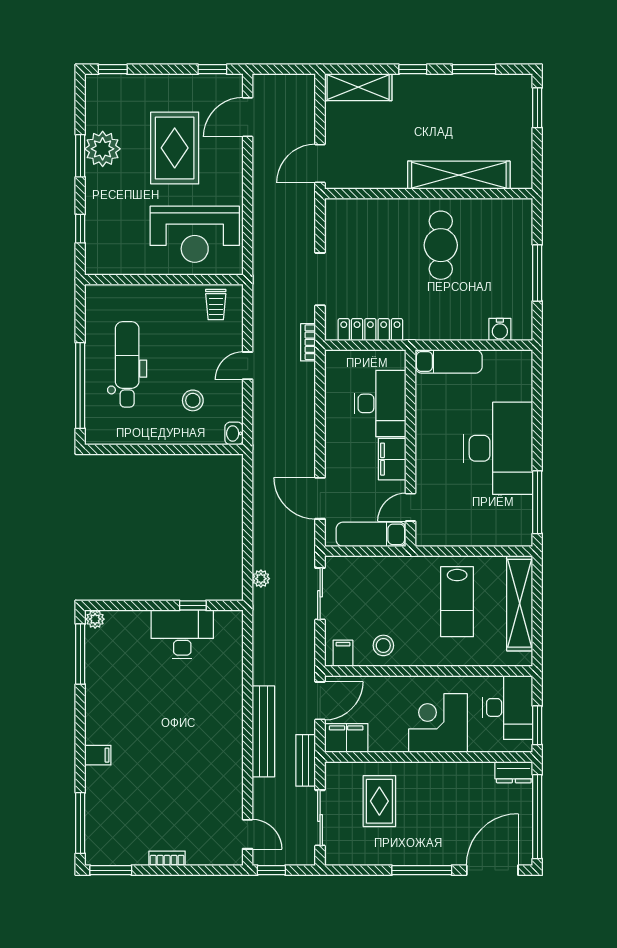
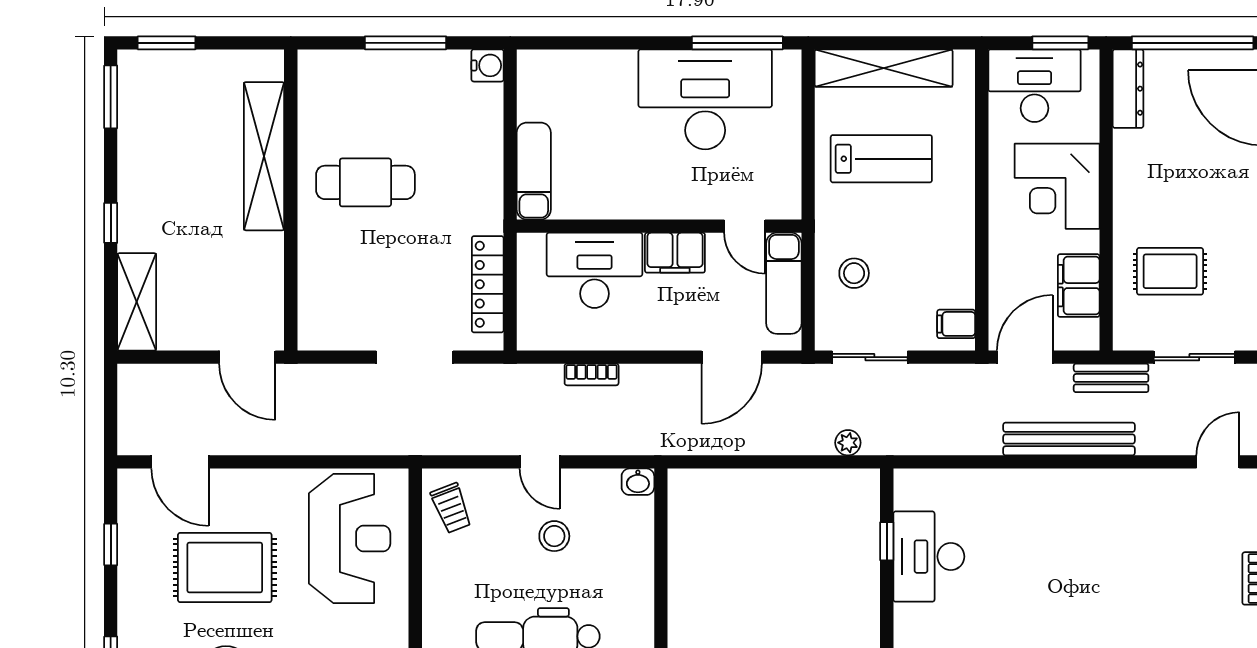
window: (212, 69) -> (111, 545), moved
window: (474, 69) -> (111, 97), moved
trolley: (216, 304) -> (451, 508), turned 69
water cooler: (500, 330) -> (488, 65), moved
bookcase: (308, 342) -> (592, 374), moved
stool: (193, 400) -> (554, 536), moved
desk: (498, 448) -> (705, 99), moved
stool: (383, 645) -> (854, 273), moved
door: (320, 701) -> (1025, 357), hinge flipped
filing cabinet: (346, 738) -> (1079, 286), moved
dresser: (514, 772) -> (1128, 89), width x1.44

